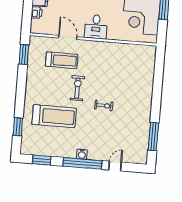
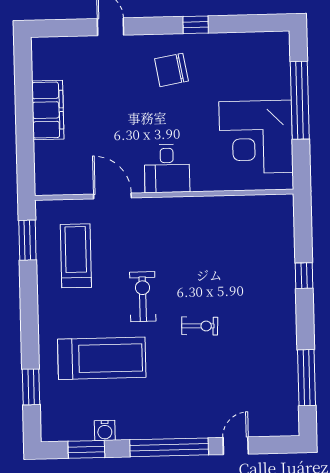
printer: (37, 13) -> (44, 153), removed
treadmill: (62, 60) -> (76, 256), moved, turned -90
window: (157, 86) -> (304, 276), added
water cooler: (82, 154) -> (105, 431), moved

